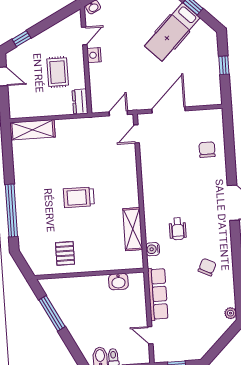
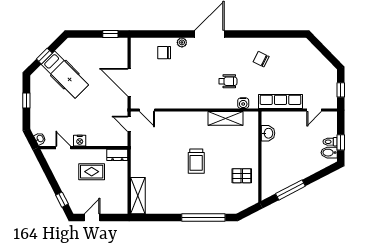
window: (224, 65) -> (110, 34), moved
plant: (231, 313) -> (182, 42), moved

